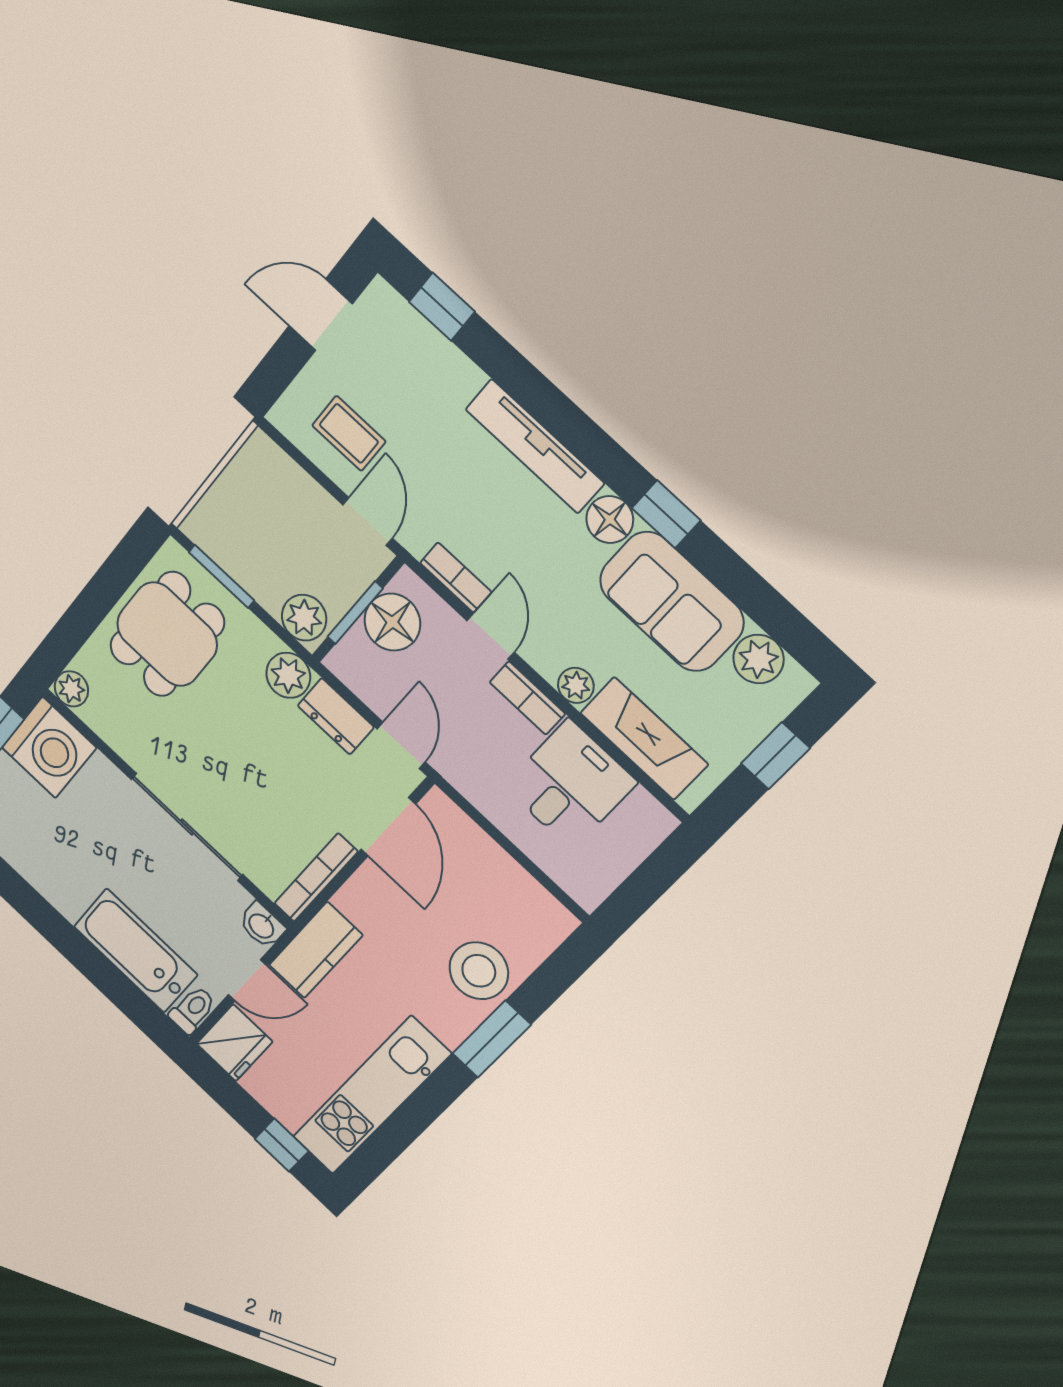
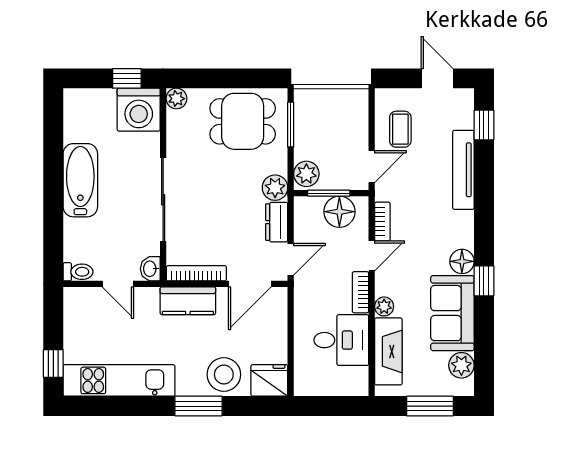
tv unit: (535, 446) -> (463, 170), moved
window: (775, 756) -> (430, 406), width x1.50
kitchen counter: (316, 950) -> (188, 301), moved
bathtub: (136, 951) -> (80, 180), moved
fridge: (234, 1043) -> (269, 380), moved, turned 180

